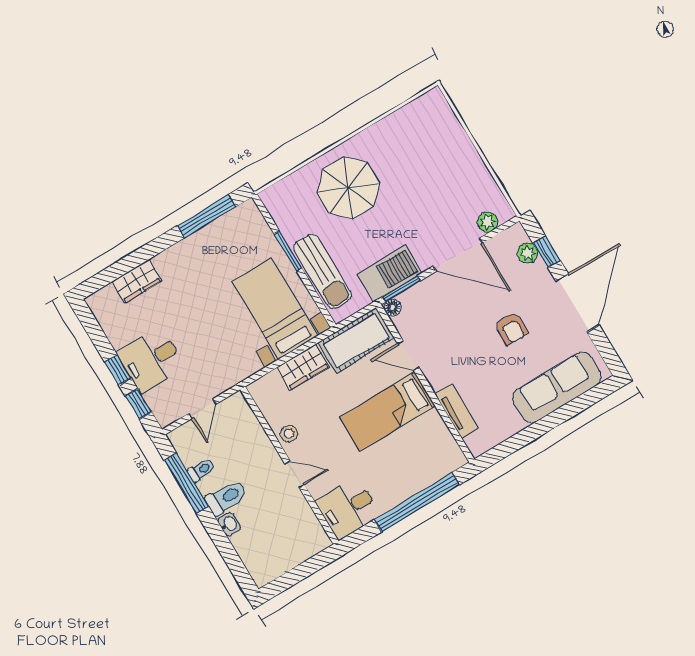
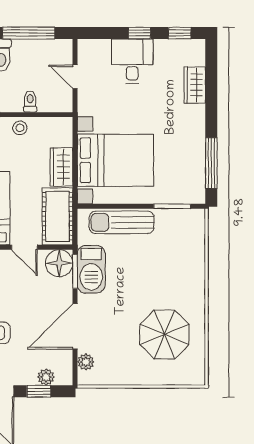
parasol: (348, 188) -> (164, 334), moved
window: (288, 251) -> (172, 206), moved
floor lamp: (393, 307) -> (59, 263), width x1.89, depth x1.89
bed with nightstands: (275, 309) -> (115, 160), width x1.36
door: (408, 355) -> (24, 247), swing flipped
window: (138, 404) -> (180, 33), moved
toilet: (201, 470) -> (30, 102), moved, turned 180

